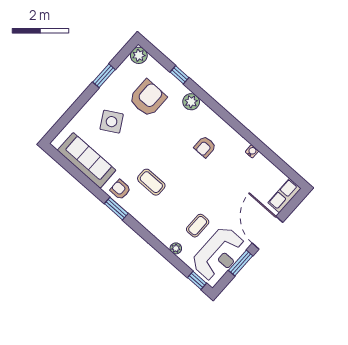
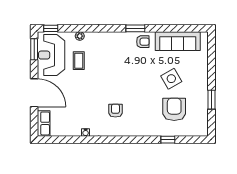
plant: (139, 55) -> (202, 130), removed
armchair: (148, 98) -> (174, 109), turned 180
plant: (191, 102) -> (147, 130), removed
side table: (112, 122) -> (171, 79), moved
coffee table: (151, 182) -> (129, 62), removed
window: (241, 263) -> (34, 49), moved

